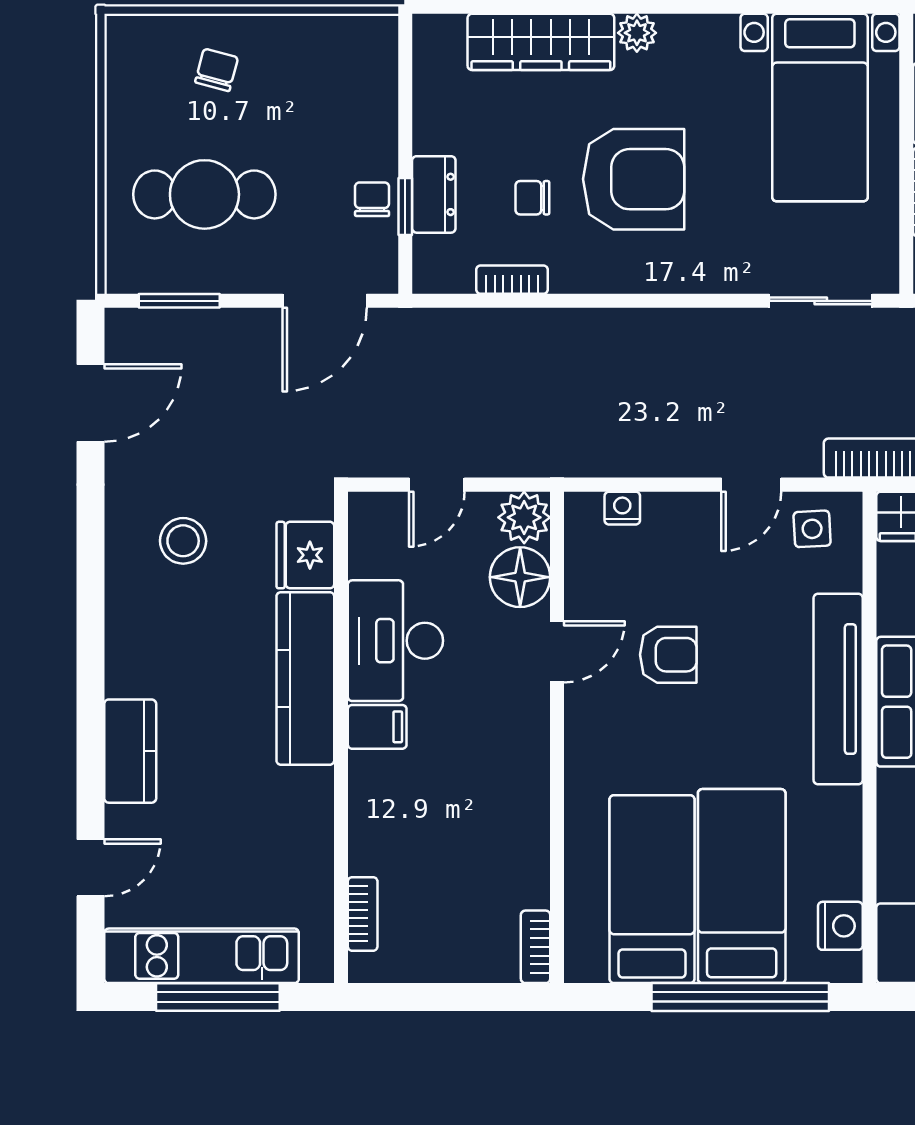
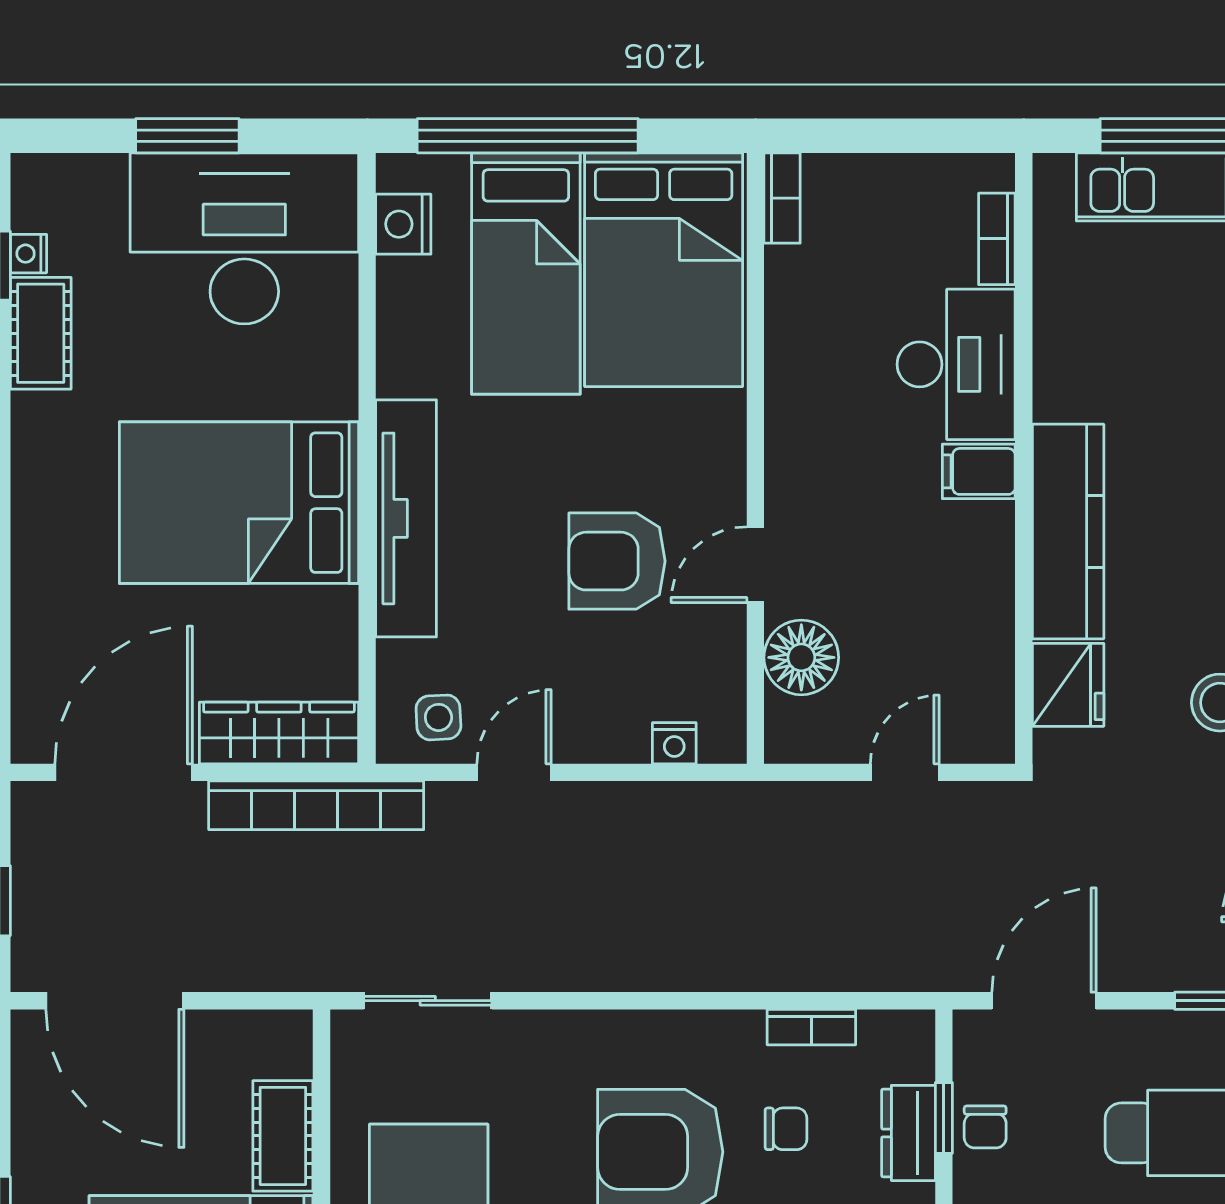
plant: (524, 517) -> (796, 732), removed
desk: (395, 641) -> (956, 364), moved
armchair: (668, 655) -> (617, 561), width x1.38, depth x1.38
bed: (652, 889) -> (664, 270), width x1.50

